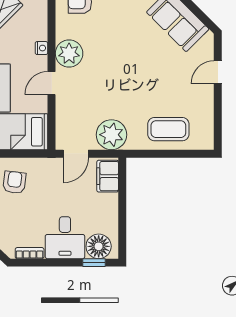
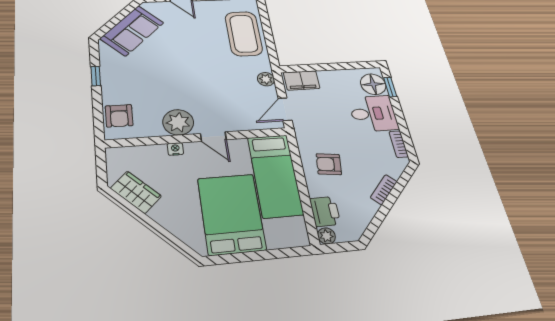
coffee table: (168, 129) -> (244, 34), width x1.36, depth x1.32
plant: (111, 135) -> (266, 79), width x0.53, depth x0.53
door: (76, 154) -> (285, 109), swing flipped

